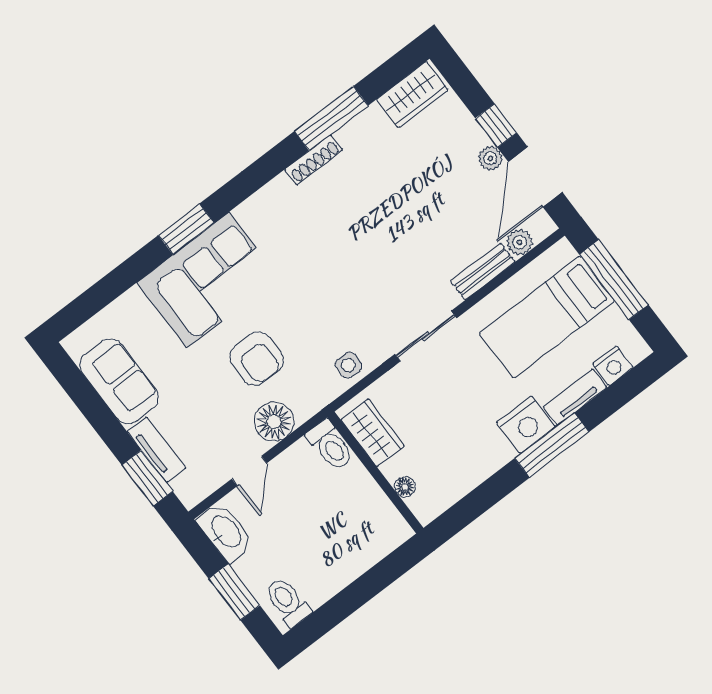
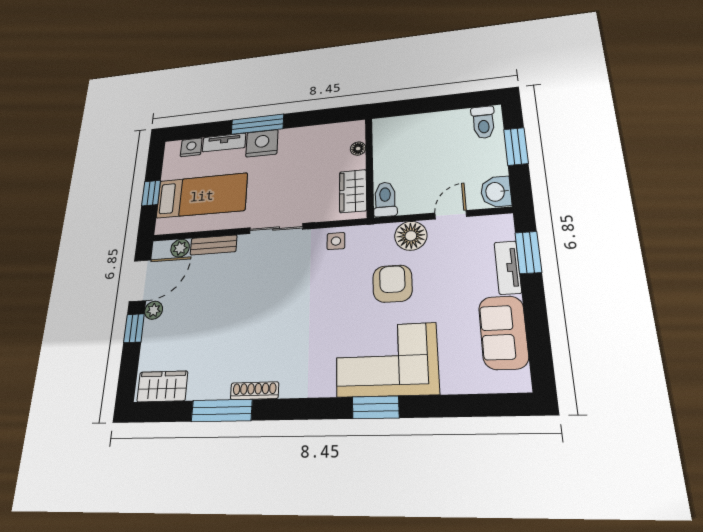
window: (614, 280) -> (151, 193), width x0.46
washbasin: (225, 532) -> (496, 192), width x0.72

